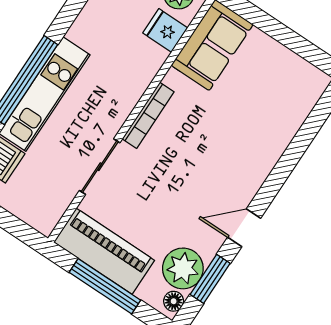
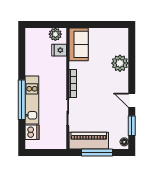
door: (244, 228) -> (132, 100), hinge flipped
plant: (183, 268) -> (120, 63), moved

